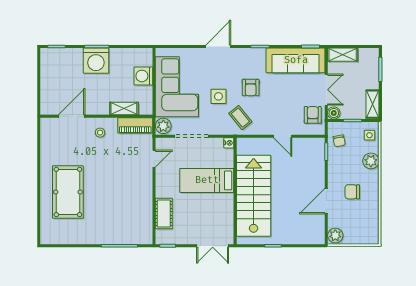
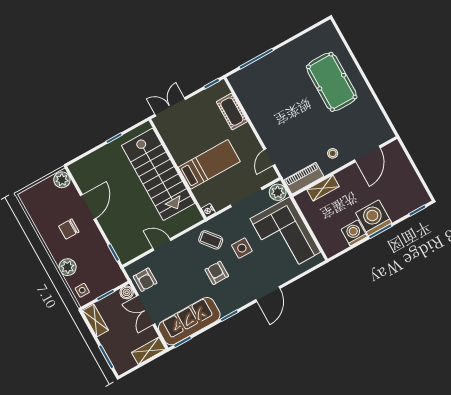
washing machine: (143, 76) -> (354, 233), moved, turned -90
chair: (339, 141) -> (107, 269), removed
chair: (352, 192) -> (69, 229), turned 180

